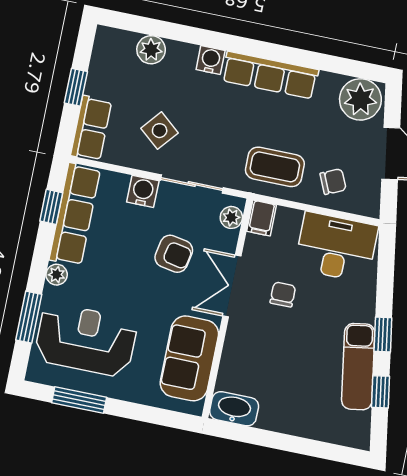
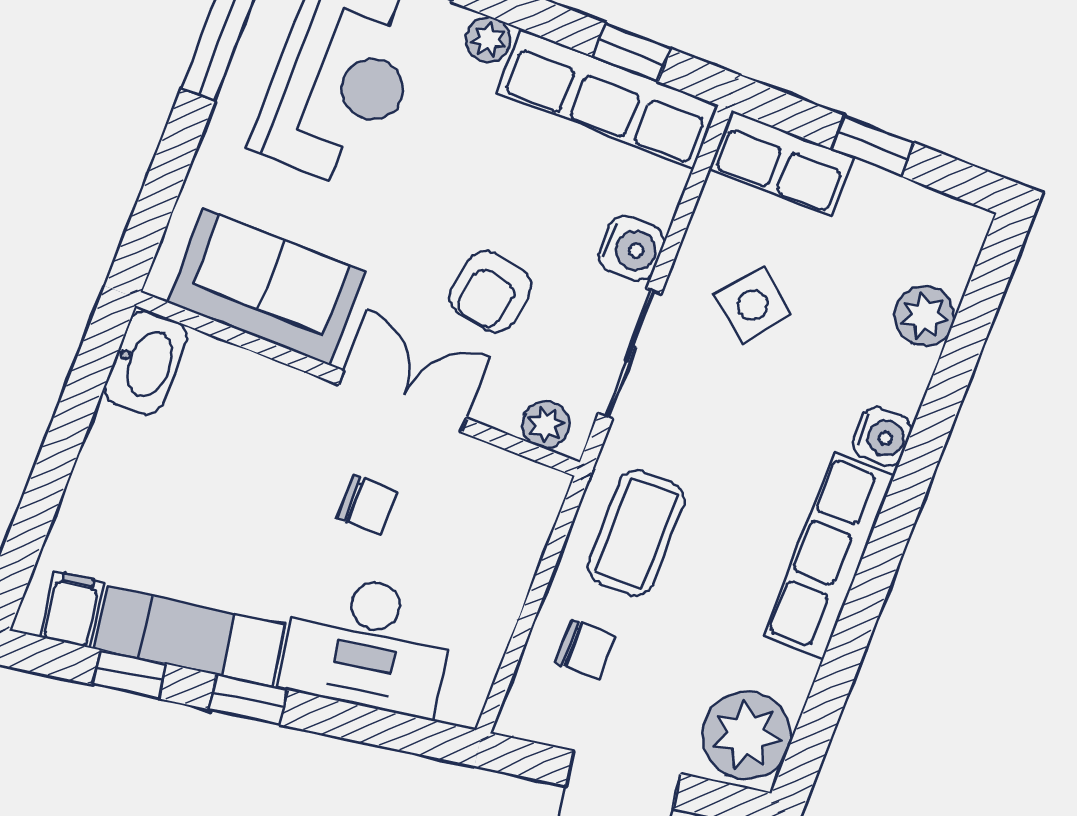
chair: (333, 182) -> (585, 649), turned -66
filing cabinet: (262, 218) -> (72, 609), moved, turned 81
desk: (336, 247) -> (367, 643), moved, turned 81

